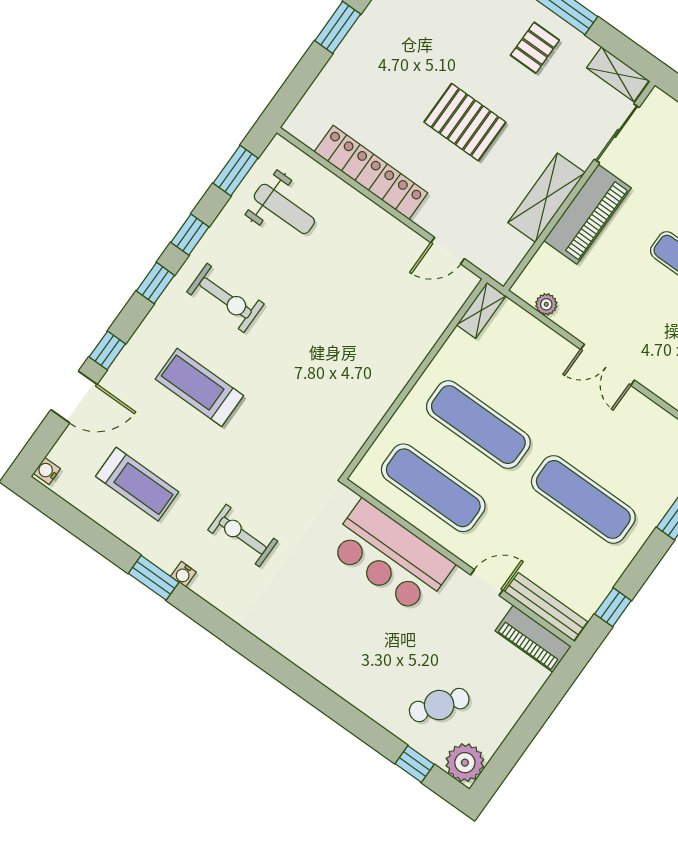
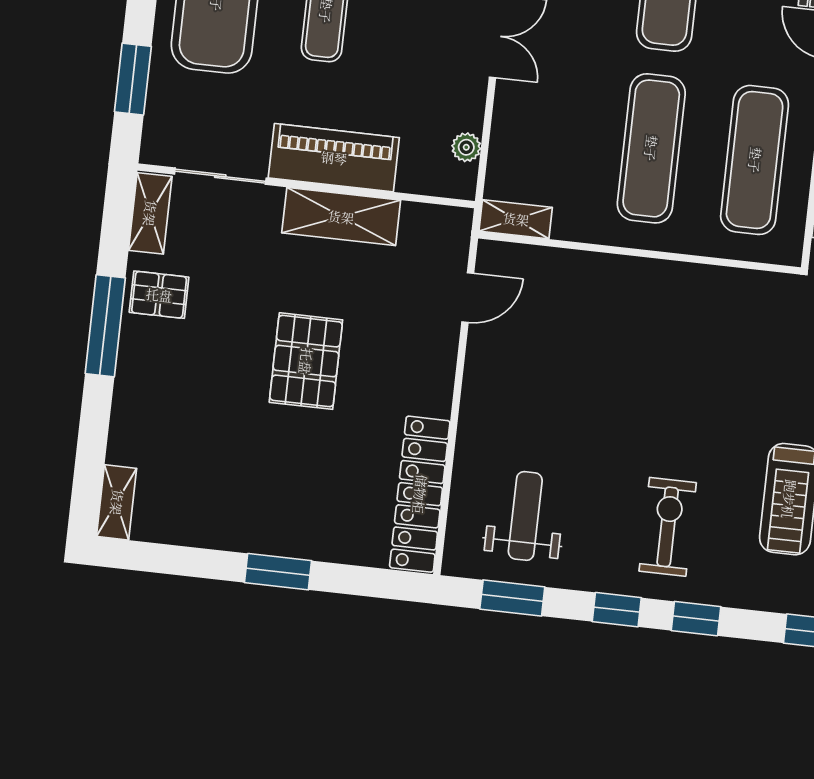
pallet: (535, 48) -> (159, 295), moved
locker: (371, 172) -> (420, 494), moved
door: (448, 251) -> (468, 298), hinge flipped

